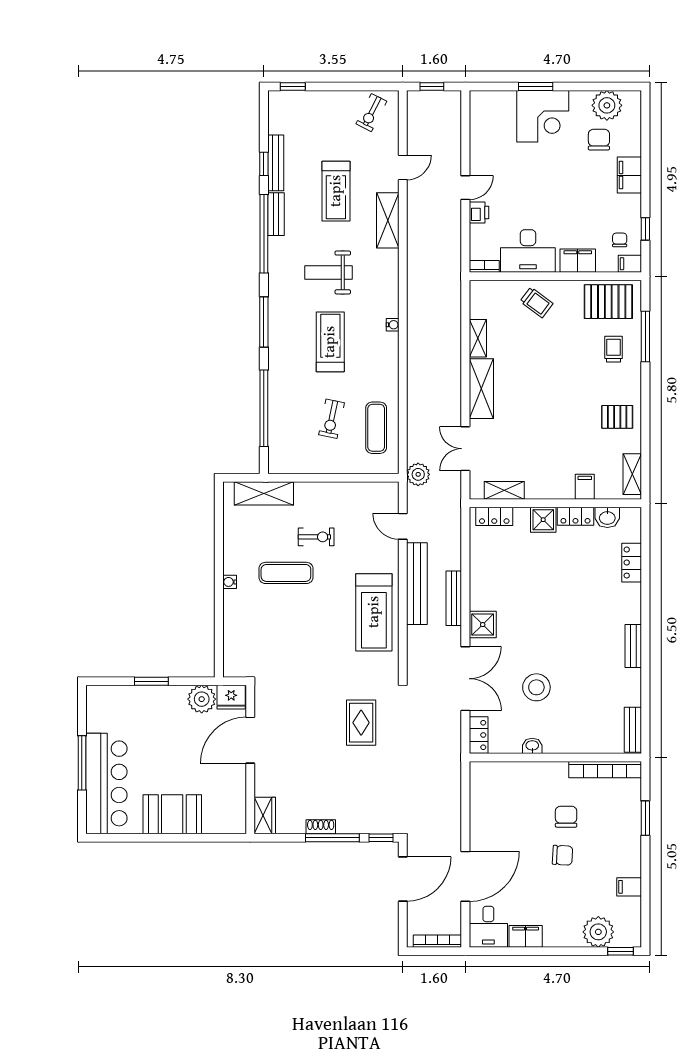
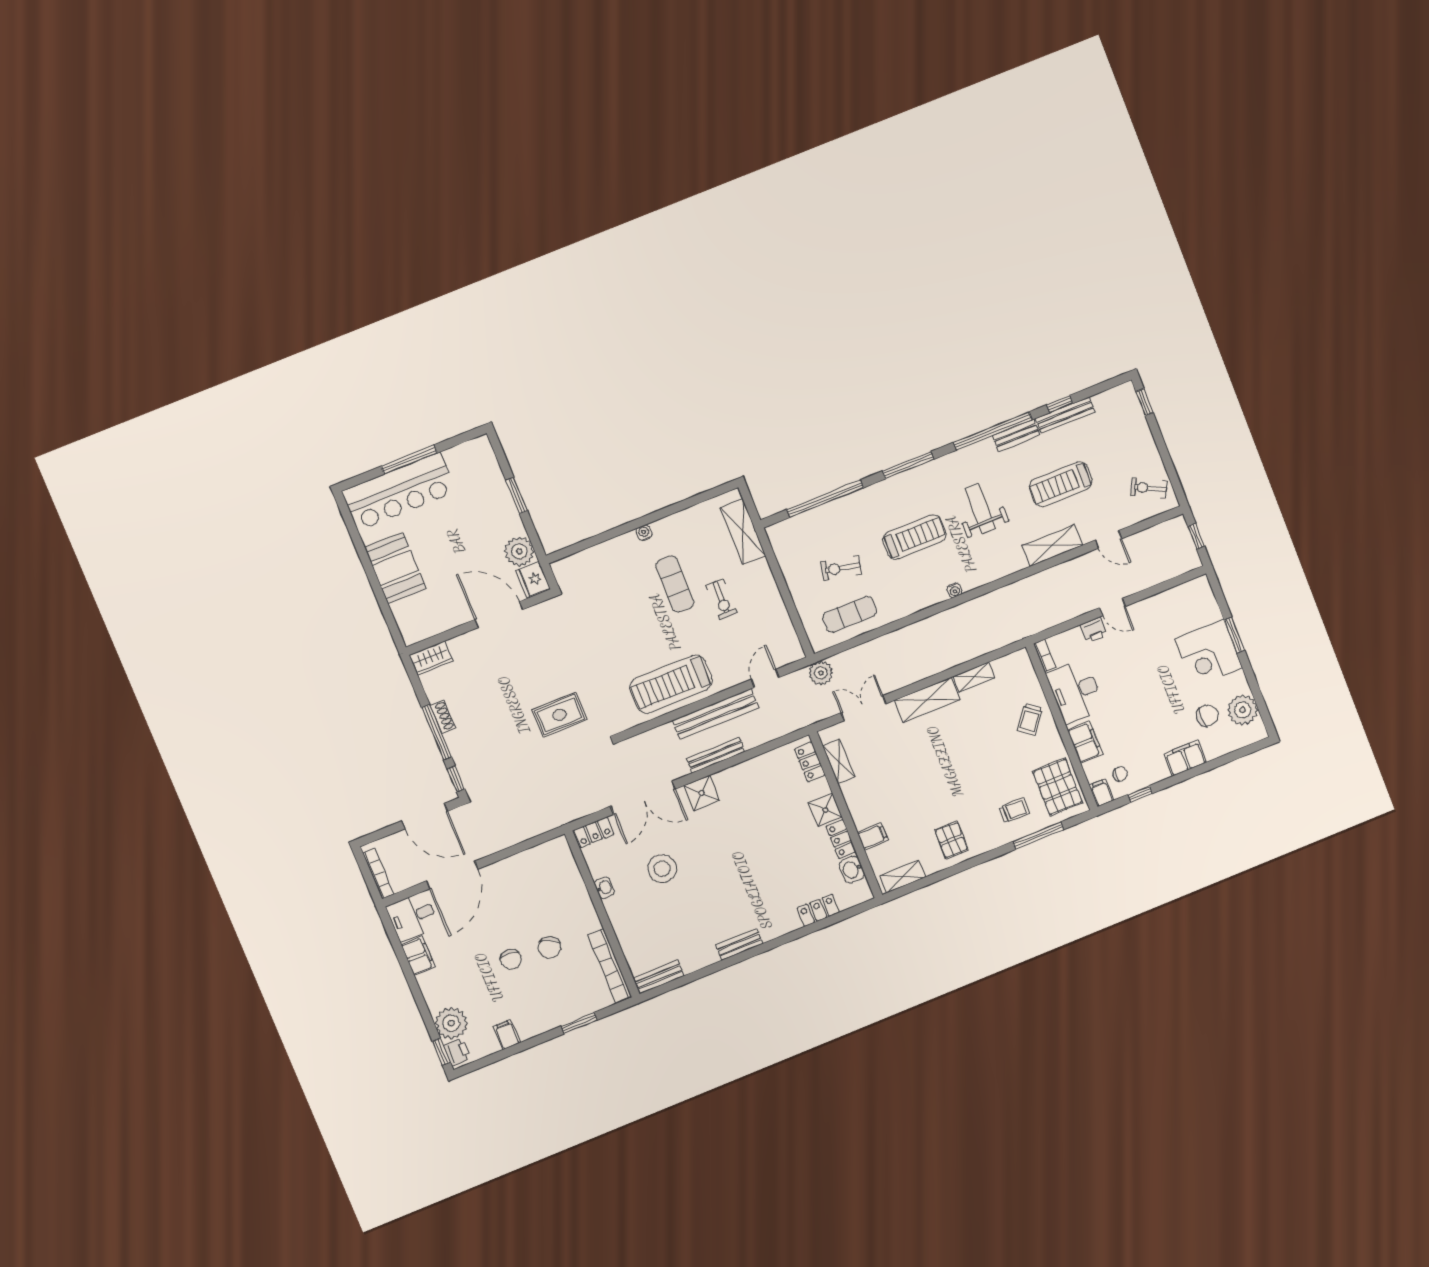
chair: (566, 817) -> (549, 947), turned 114
door: (465, 876) -> (452, 875), hinge flipped
printer: (626, 937) -> (457, 1052), added

